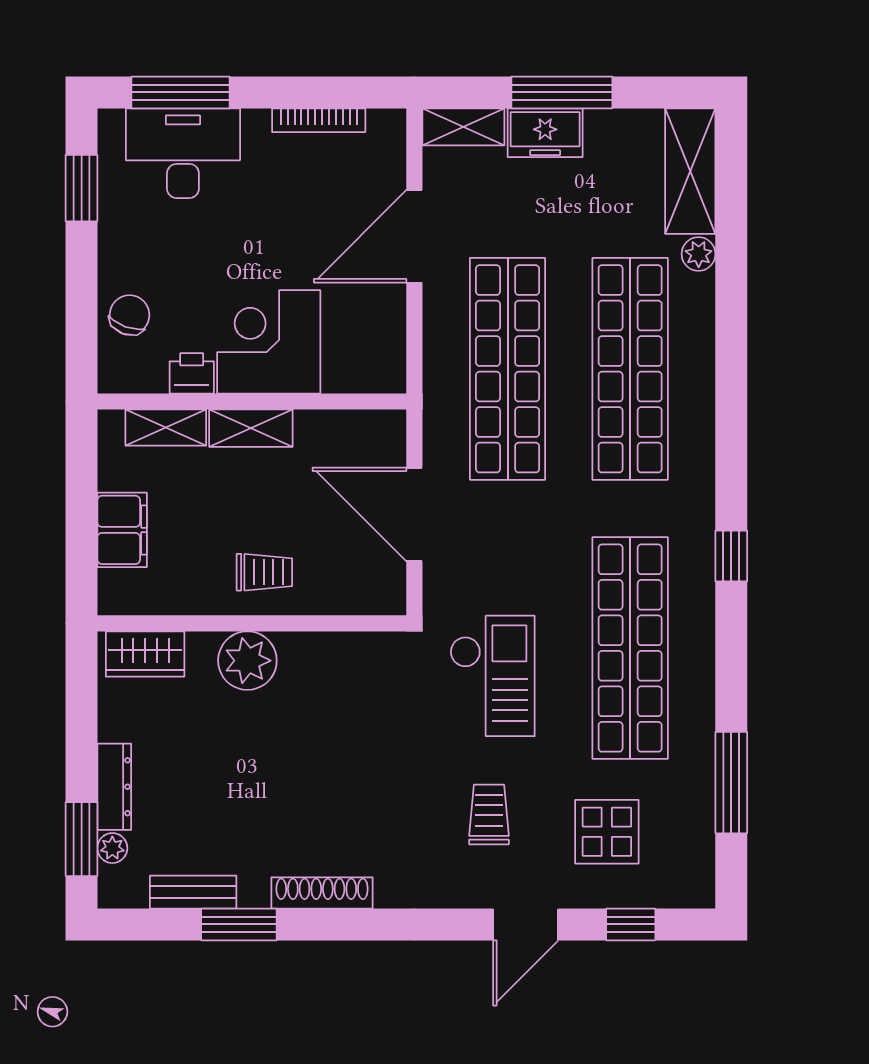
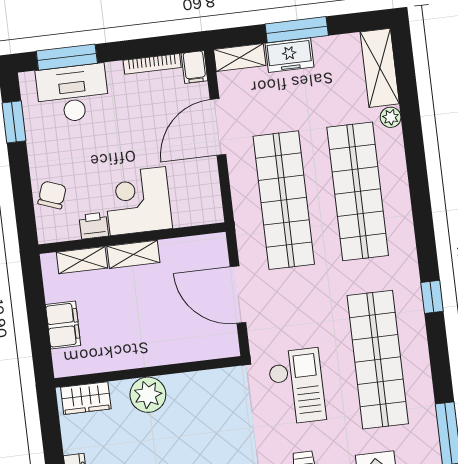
filing cabinet: (387, 134) -> (194, 67), added
trolley: (264, 572) -> (152, 340), removed

